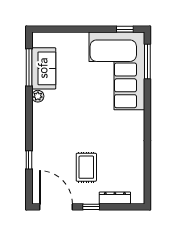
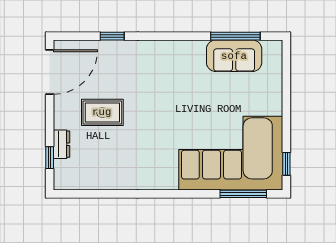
plant: (38, 96) -> (197, 48), removed
dresser: (115, 198) -> (61, 144), width x0.70
window: (91, 207) -> (50, 158), moved

